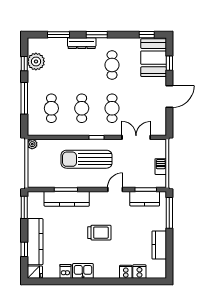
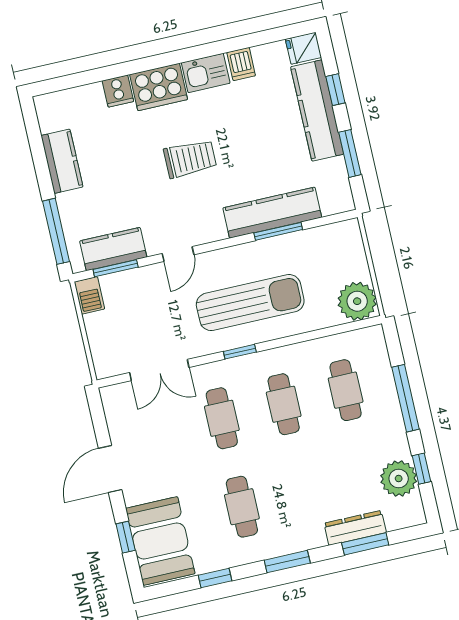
window: (147, 35) -> (215, 578), moved
dresser: (82, 43) -> (355, 528), moved
plant: (32, 144) -> (357, 301), width x1.88, depth x1.88
barbecue: (161, 167) -> (89, 295), moved
window: (24, 207) -> (350, 153), moved
trolley: (99, 233) -> (190, 159), turned 180
cooker: (139, 272) -> (159, 87), moved, width x1.87, depth x1.31

